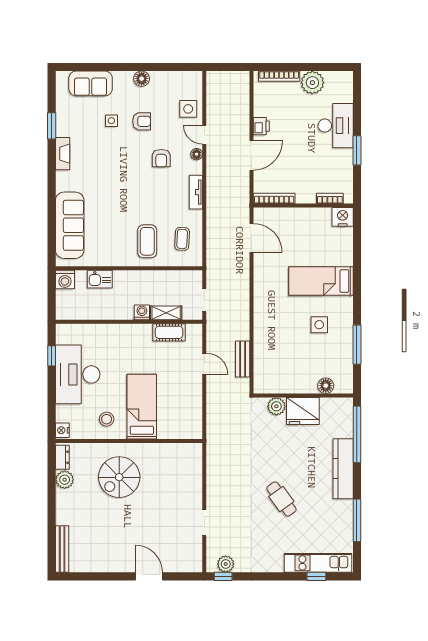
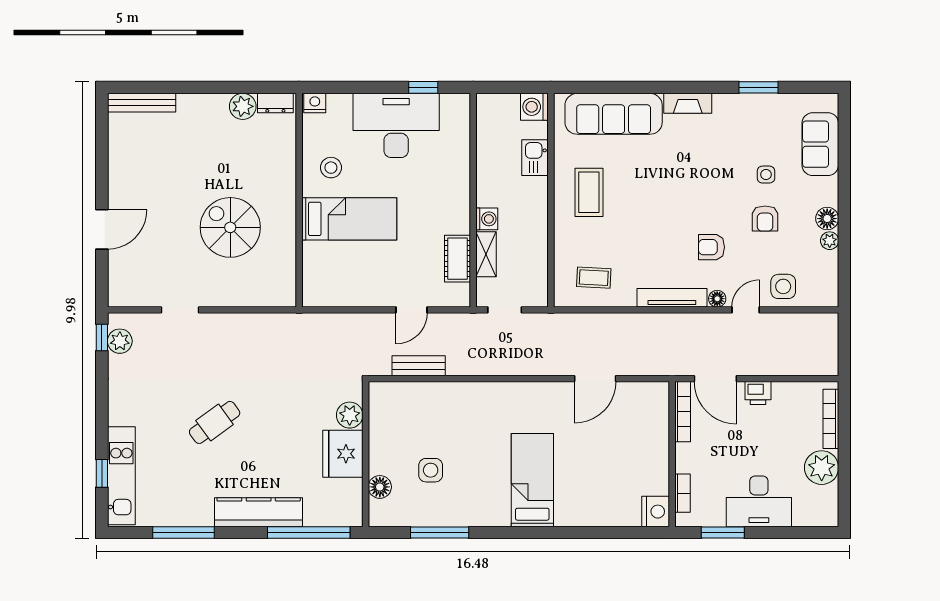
plant: (157, 77) -> (830, 241), added
fireplace: (63, 154) -> (688, 103), moved
tv unit: (196, 192) -> (672, 298), width x1.41
bookcase: (274, 198) -> (683, 412), moved
bookcase: (330, 198) -> (682, 493), moved
wall: (303, 206) -> (672, 454), moved
nightstand: (343, 217) -> (656, 512), moved
coffee table: (147, 241) -> (589, 192), moved, turned 90
side table: (319, 325) -> (431, 470), moved
spiral stairs: (119, 477) -> (230, 227), moved

